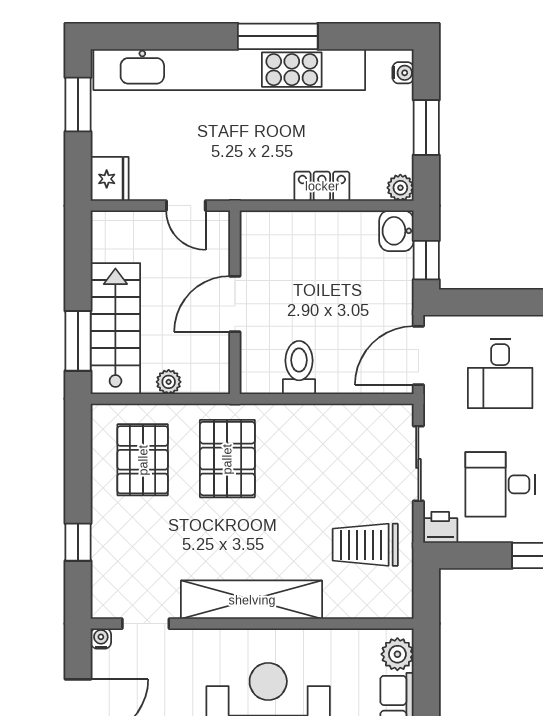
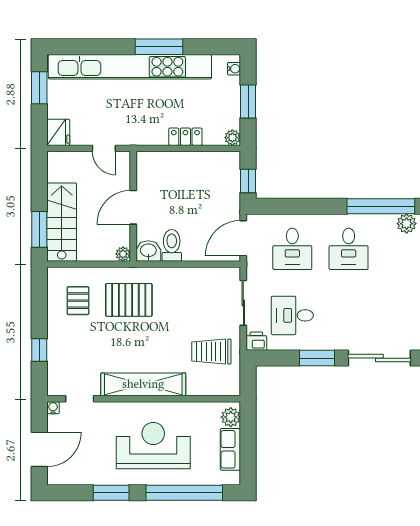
washbasin: (396, 231) -> (148, 251), moved, turned 90
plant: (169, 382) -> (123, 254), moved
pallet: (227, 459) -> (129, 300), turned 90
pallet: (143, 460) -> (78, 301), width x0.67, depth x0.71

